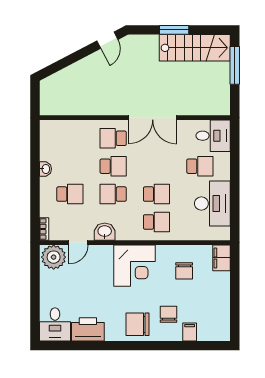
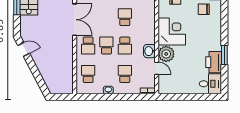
school desk: (157, 222) -> (88, 74), moved
plant: (54, 257) -> (166, 54), moved
chair: (137, 324) -> (210, 30), removed
window: (99, 346) -> (224, 55), added

